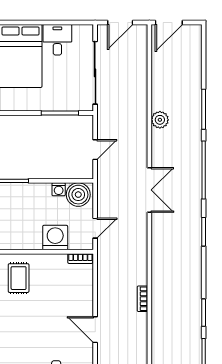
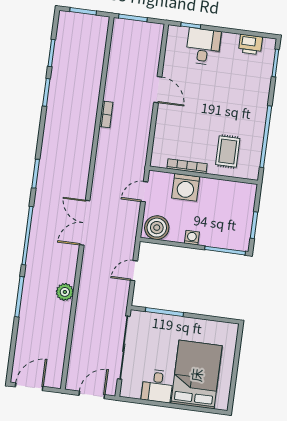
door: (169, 23) -> (29, 387), moved
washing machine: (59, 189) -> (192, 238), moved
bookcase: (80, 259) -> (187, 166), moved, width x1.56

